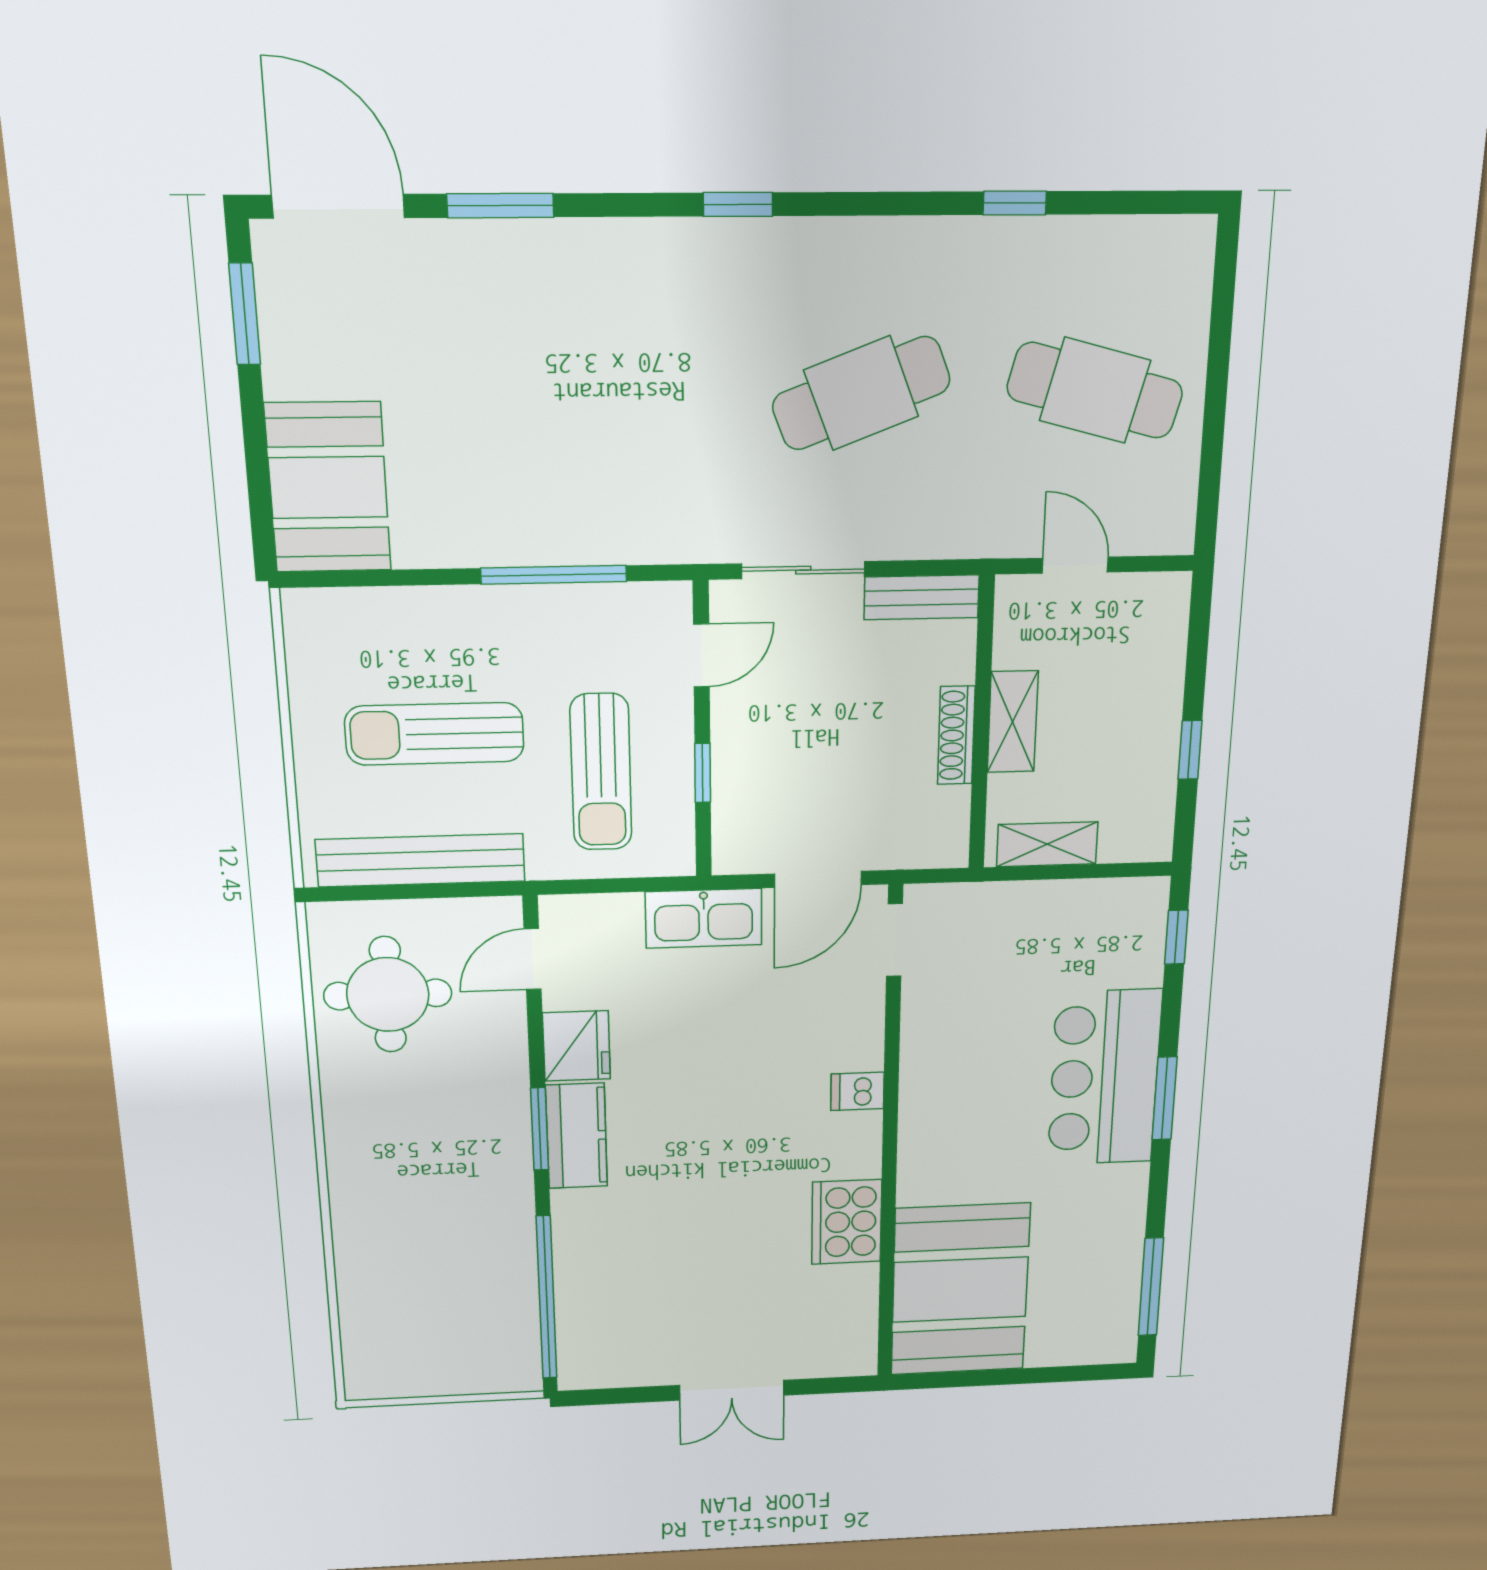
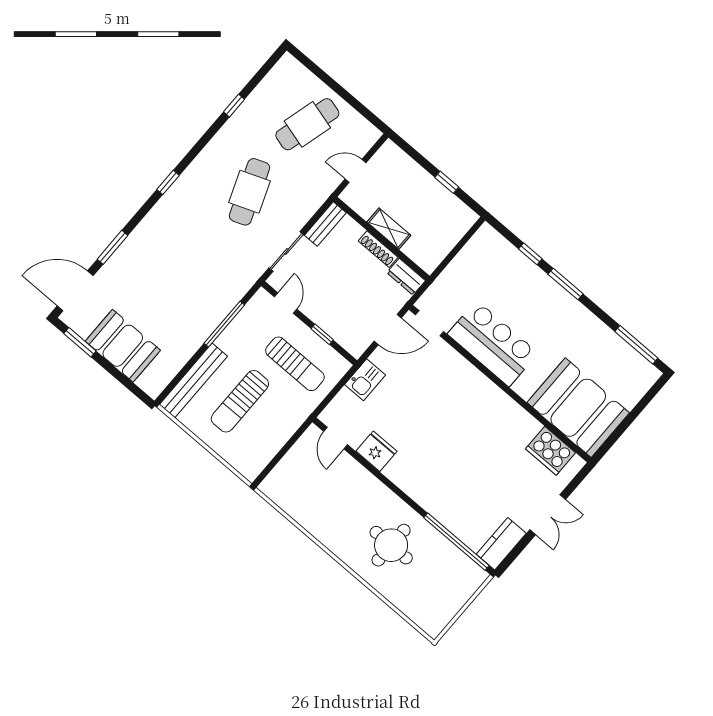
booth: (328, 487) -> (123, 346), moved
dresser: (946, 829) -> (406, 277), added
shelving: (1047, 844) -> (439, 250), removed
bench: (421, 860) -> (193, 380), moved
door: (818, 879) -> (388, 329), hinge flipped
kitchen sink: (704, 918) -> (365, 380), width x0.73
window: (1176, 937) -> (530, 254), moved
round table: (388, 995) -> (391, 545), moved
bar counter: (1104, 1078) -> (493, 344), moved, turned 180
dishwasher: (858, 1091) -> (472, 379), removed
window: (540, 1129) -> (394, 488), removed
kitchen counter: (576, 1136) -> (501, 544), moved, turned -90
cooker: (847, 1222) -> (551, 451), moved

